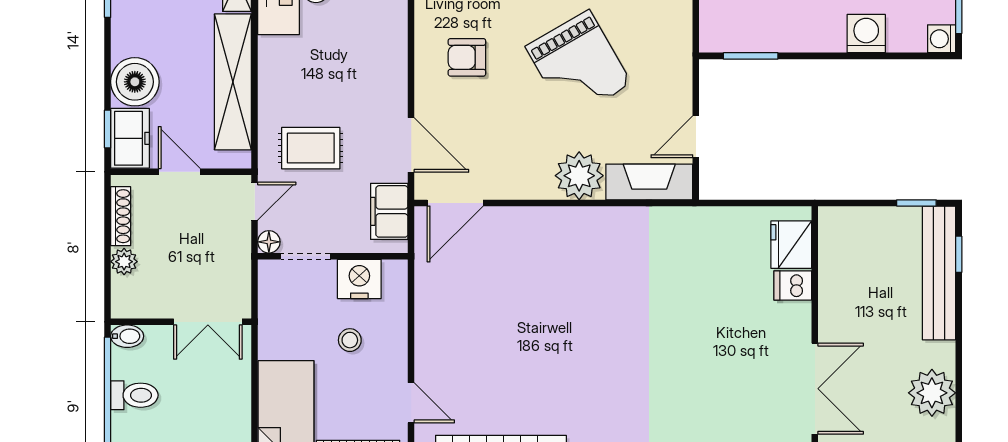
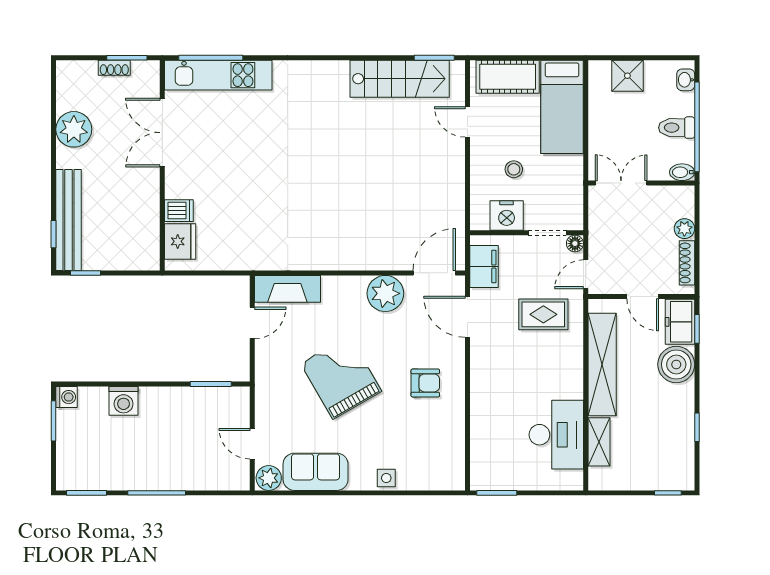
plant: (579, 176) -> (385, 293), moved

